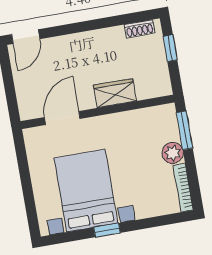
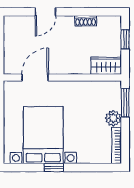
shoe rack: (140, 29) -> (86, 21), moved
door: (26, 37) -> (45, 12), moved
wardrobe: (115, 93) -> (106, 66), moved

